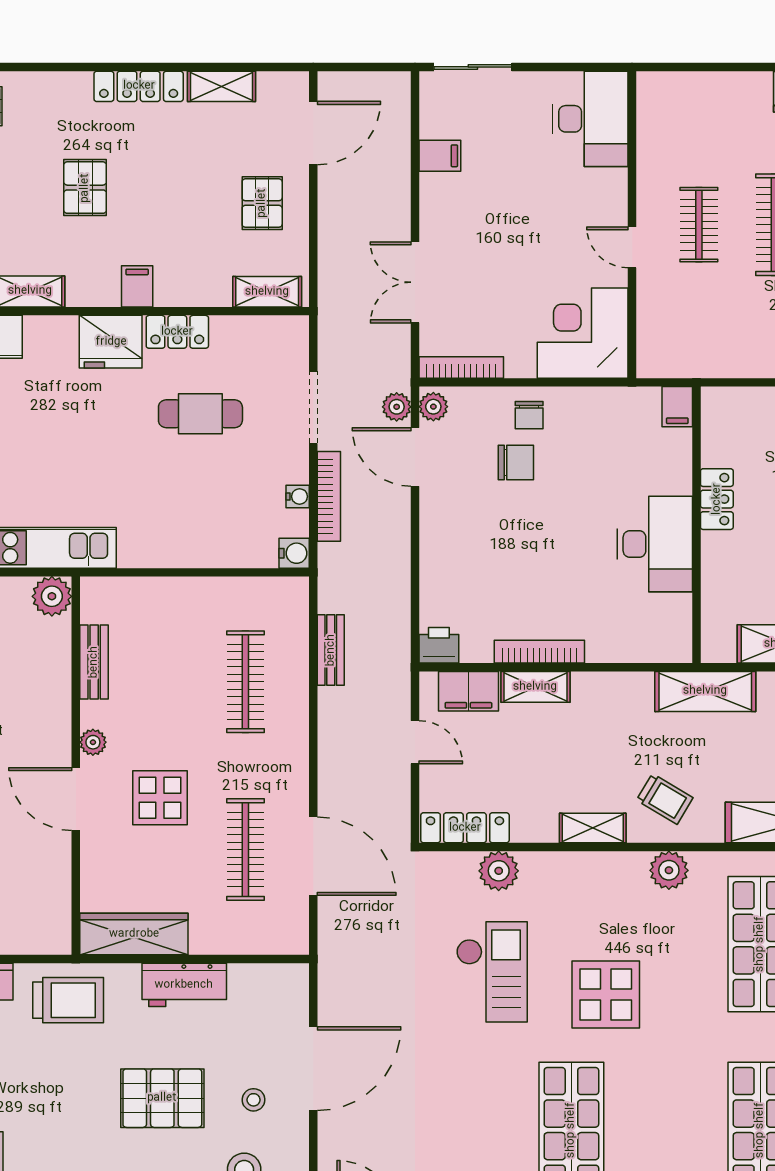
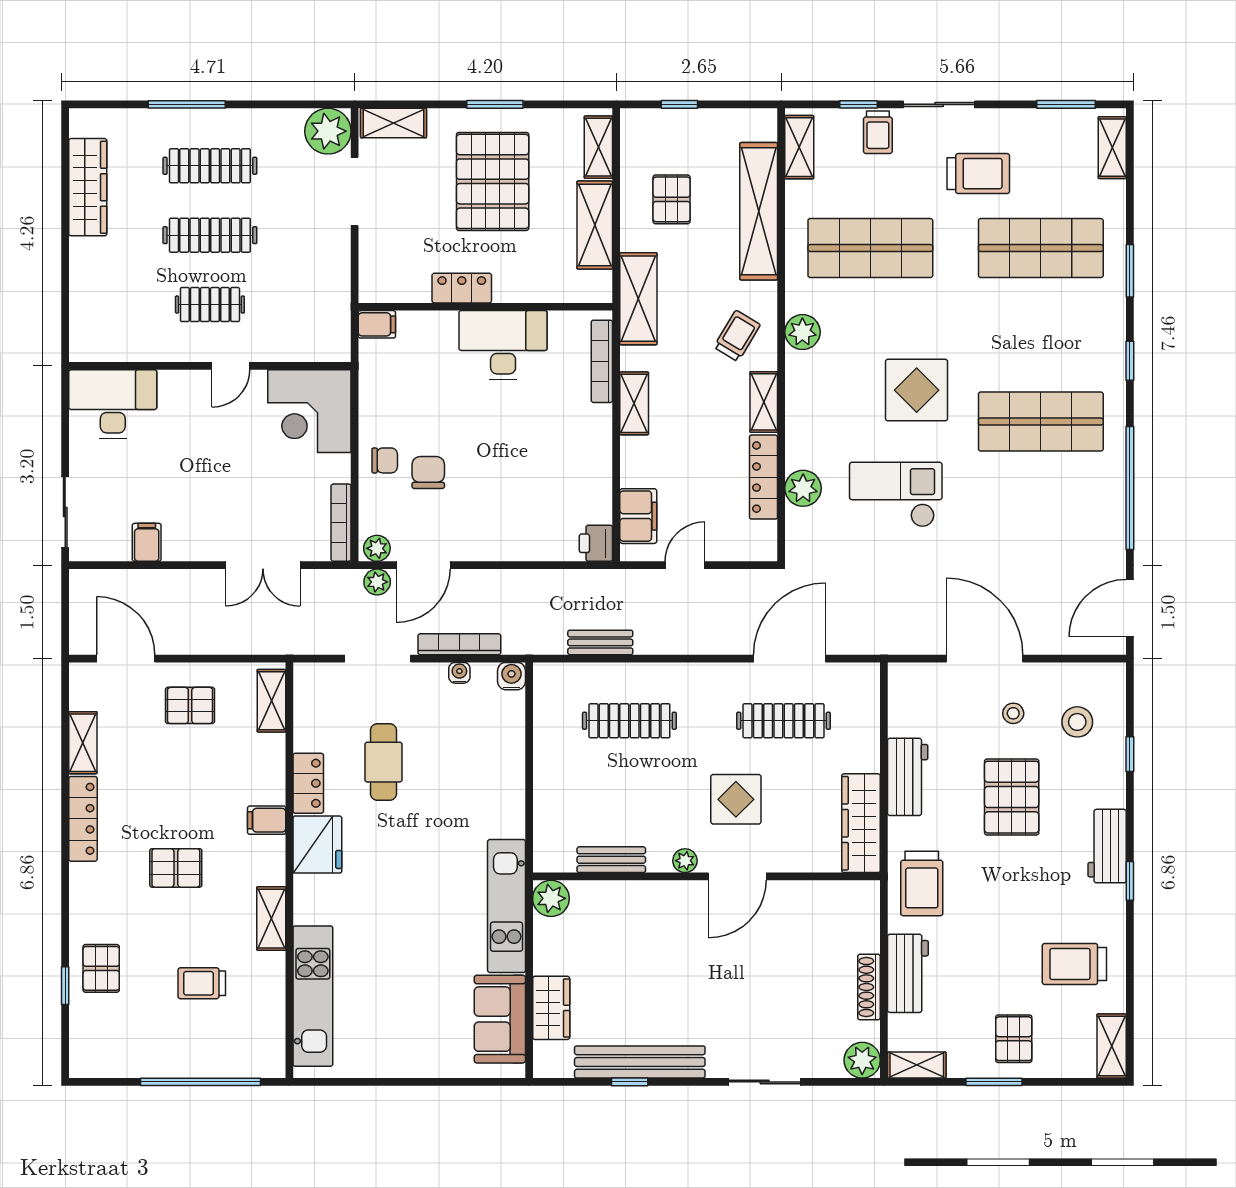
bookcase: (539, 652) -> (602, 361), moved
shelving: (535, 687) -> (634, 403), moved
locker: (465, 828) -> (763, 477), moved
trolley: (68, 1000) -> (922, 883), turned 180

